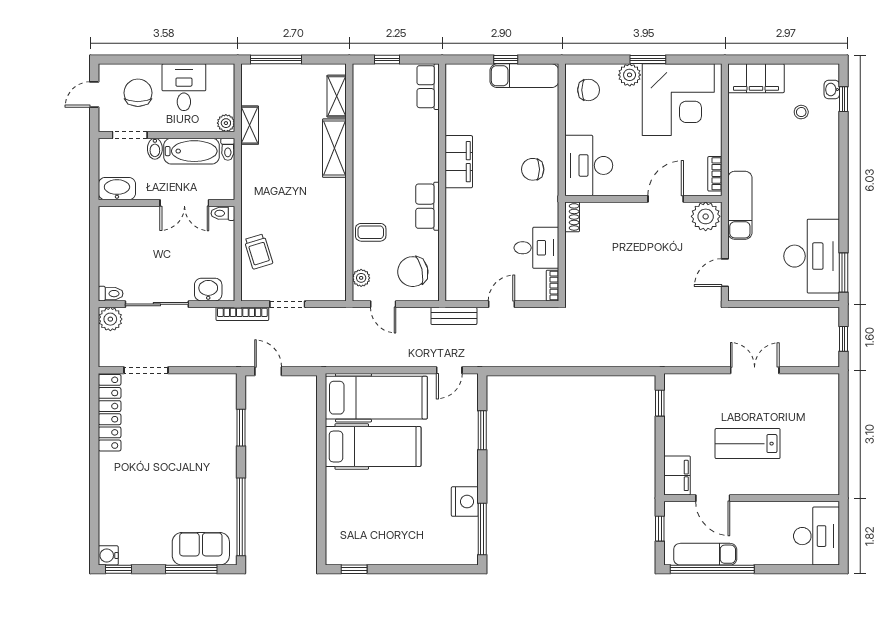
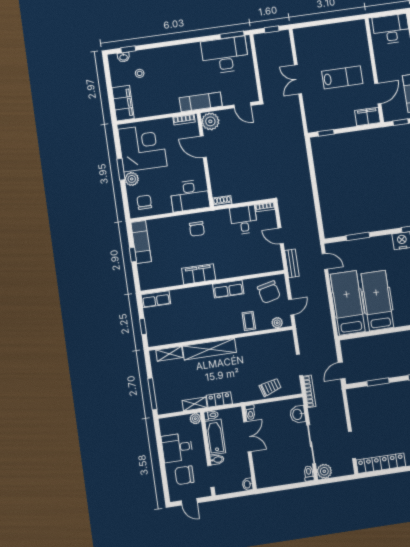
shelving: (334, 148) -> (209, 349), width x1.47
locker: (251, 166) -> (219, 399), added
washbasin: (117, 189) -> (248, 484), width x0.52, depth x0.69
lab bench: (748, 444) -> (342, 77), turned -90

